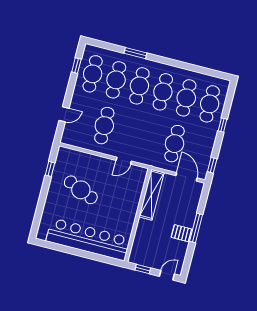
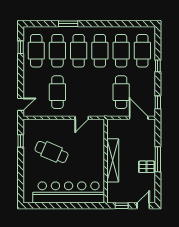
door: (64, 114) -> (21, 104), moved
shelving: (152, 195) -> (113, 160), moved

